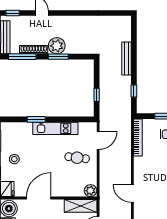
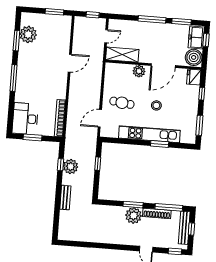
bench: (126, 59) -> (65, 198), width x0.73
plant: (124, 90) -> (71, 167), added
kitchen unit: (55, 128) -> (149, 134), width x1.36
stool: (14, 159) -> (156, 105), moved
plant: (91, 191) -> (139, 71), moved
door: (132, 193) -> (70, 63), hinge flipped

